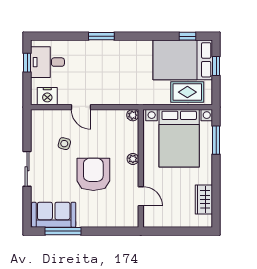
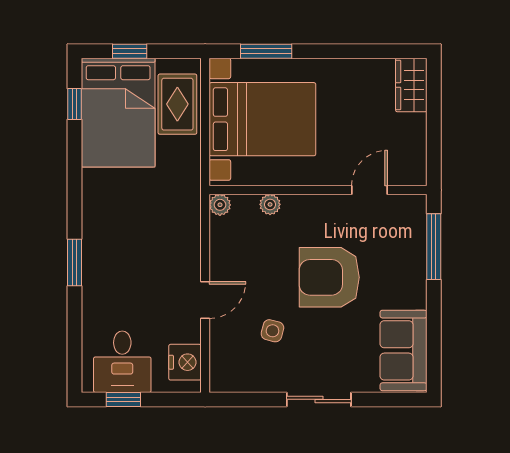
plant: (133, 159) -> (270, 204), moved
wardrobe: (204, 199) -> (411, 85), moved, turned 90
window: (63, 231) -> (434, 247), moved

